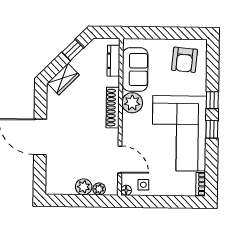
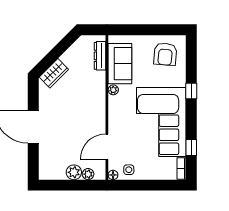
window: (73, 50) -> (62, 46), removed
plant: (132, 103) -> (113, 90), width x0.53, depth x0.53
shoe rack: (113, 108) -> (100, 99), removed
window: (212, 129) -> (191, 148), moved
door: (120, 159) -> (107, 147), swing flipped

